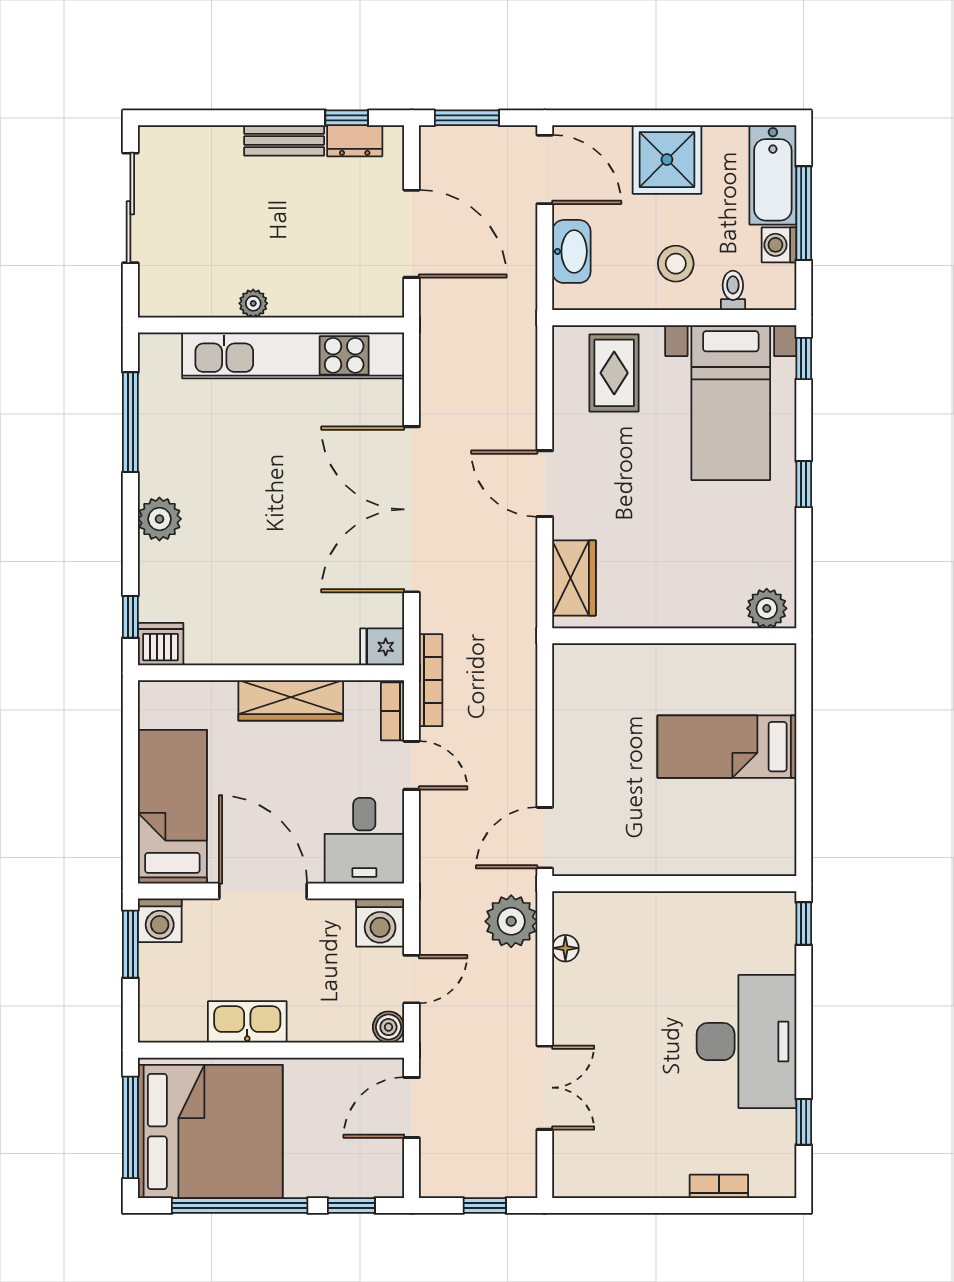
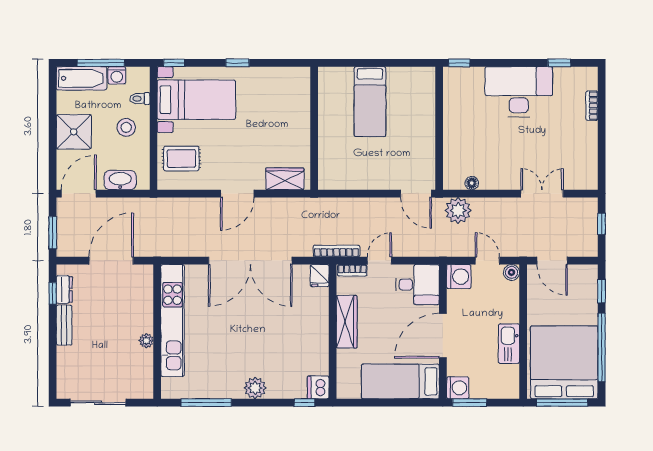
plant: (767, 608) -> (300, 81), removed

